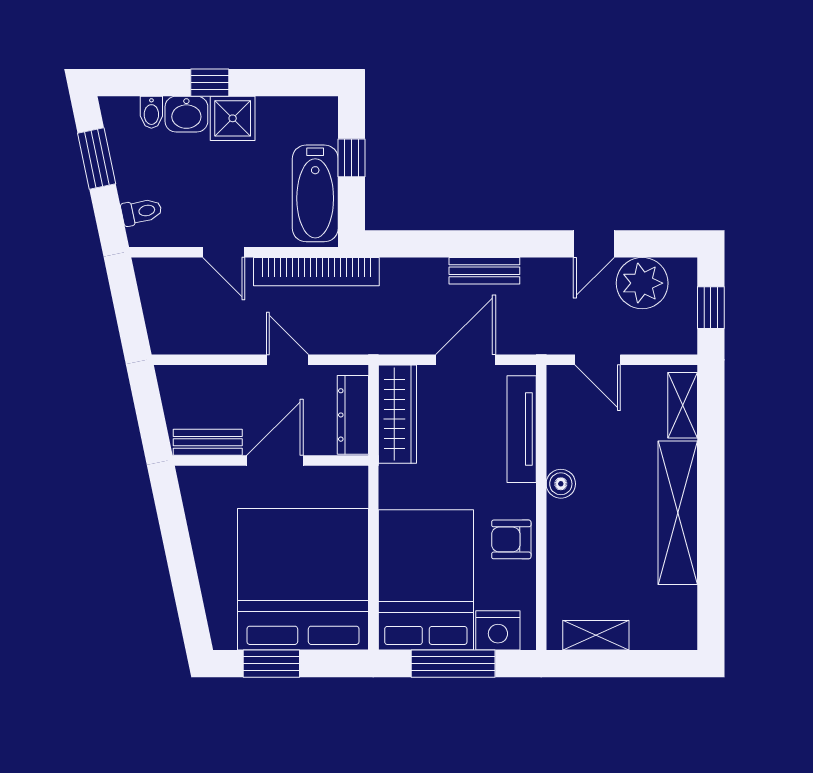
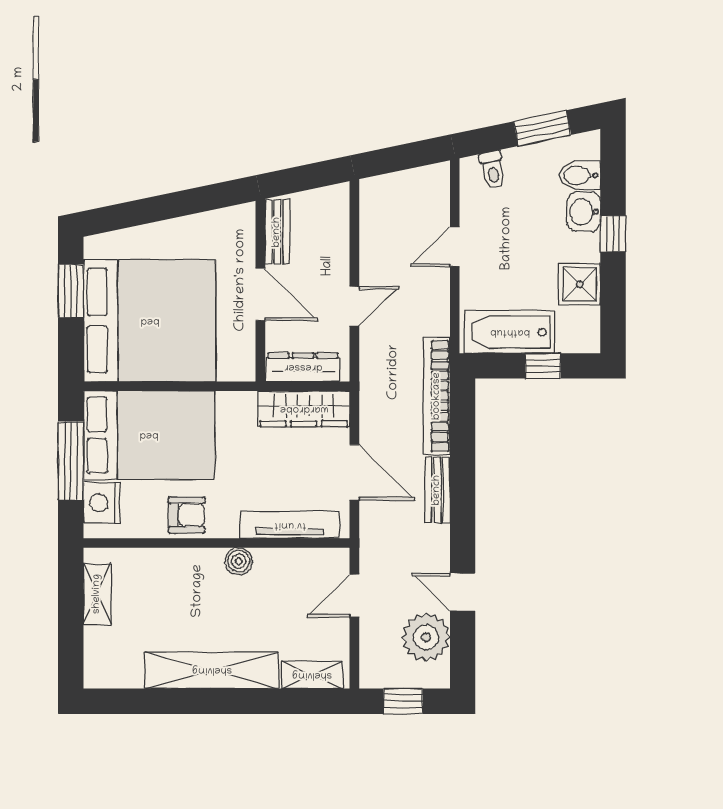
bidet: (151, 112) -> (580, 175), width x1.38, depth x1.36
shower: (233, 118) -> (580, 284), moved
bookcase: (316, 272) -> (437, 396), moved
armchair: (511, 539) -> (187, 515), turned 90

